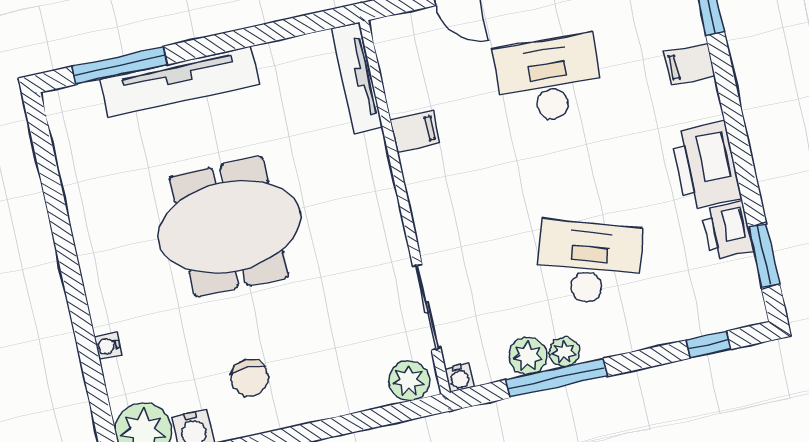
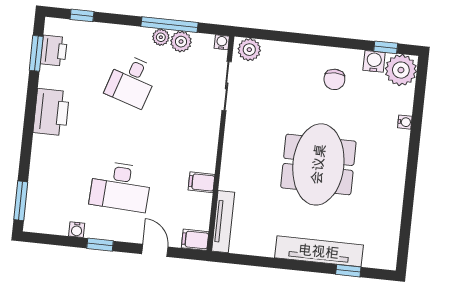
filing cabinet: (689, 64) -> (195, 240), moved, turned 180
window: (120, 65) -> (348, 271), width x0.46
meeting table: (229, 227) -> (318, 164), turned 90
printer: (727, 231) -> (54, 51), moved
desk: (589, 262) -> (132, 81), width x0.73
chair: (250, 378) -> (334, 79), turned 180

